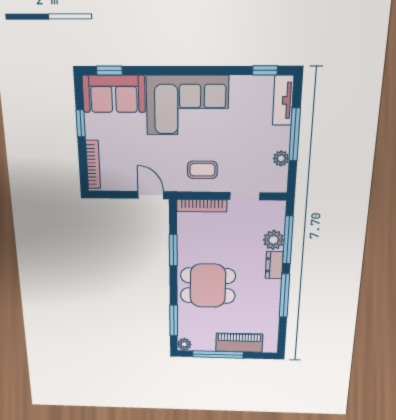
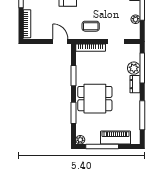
window: (284, 296) -> (142, 115), moved
window: (174, 321) -> (73, 113), moved

